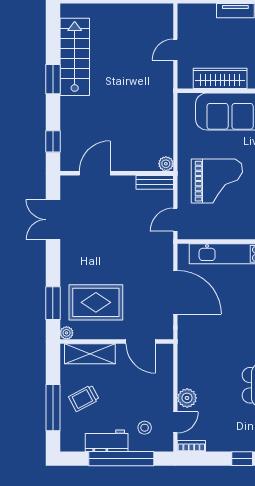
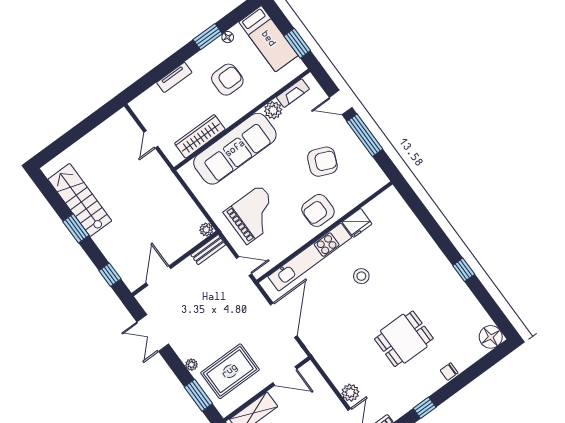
door: (175, 220) -> (244, 266), swing flipped
door: (175, 292) -> (284, 320), hinge flipped
plant: (67, 333) -> (191, 365), moved

